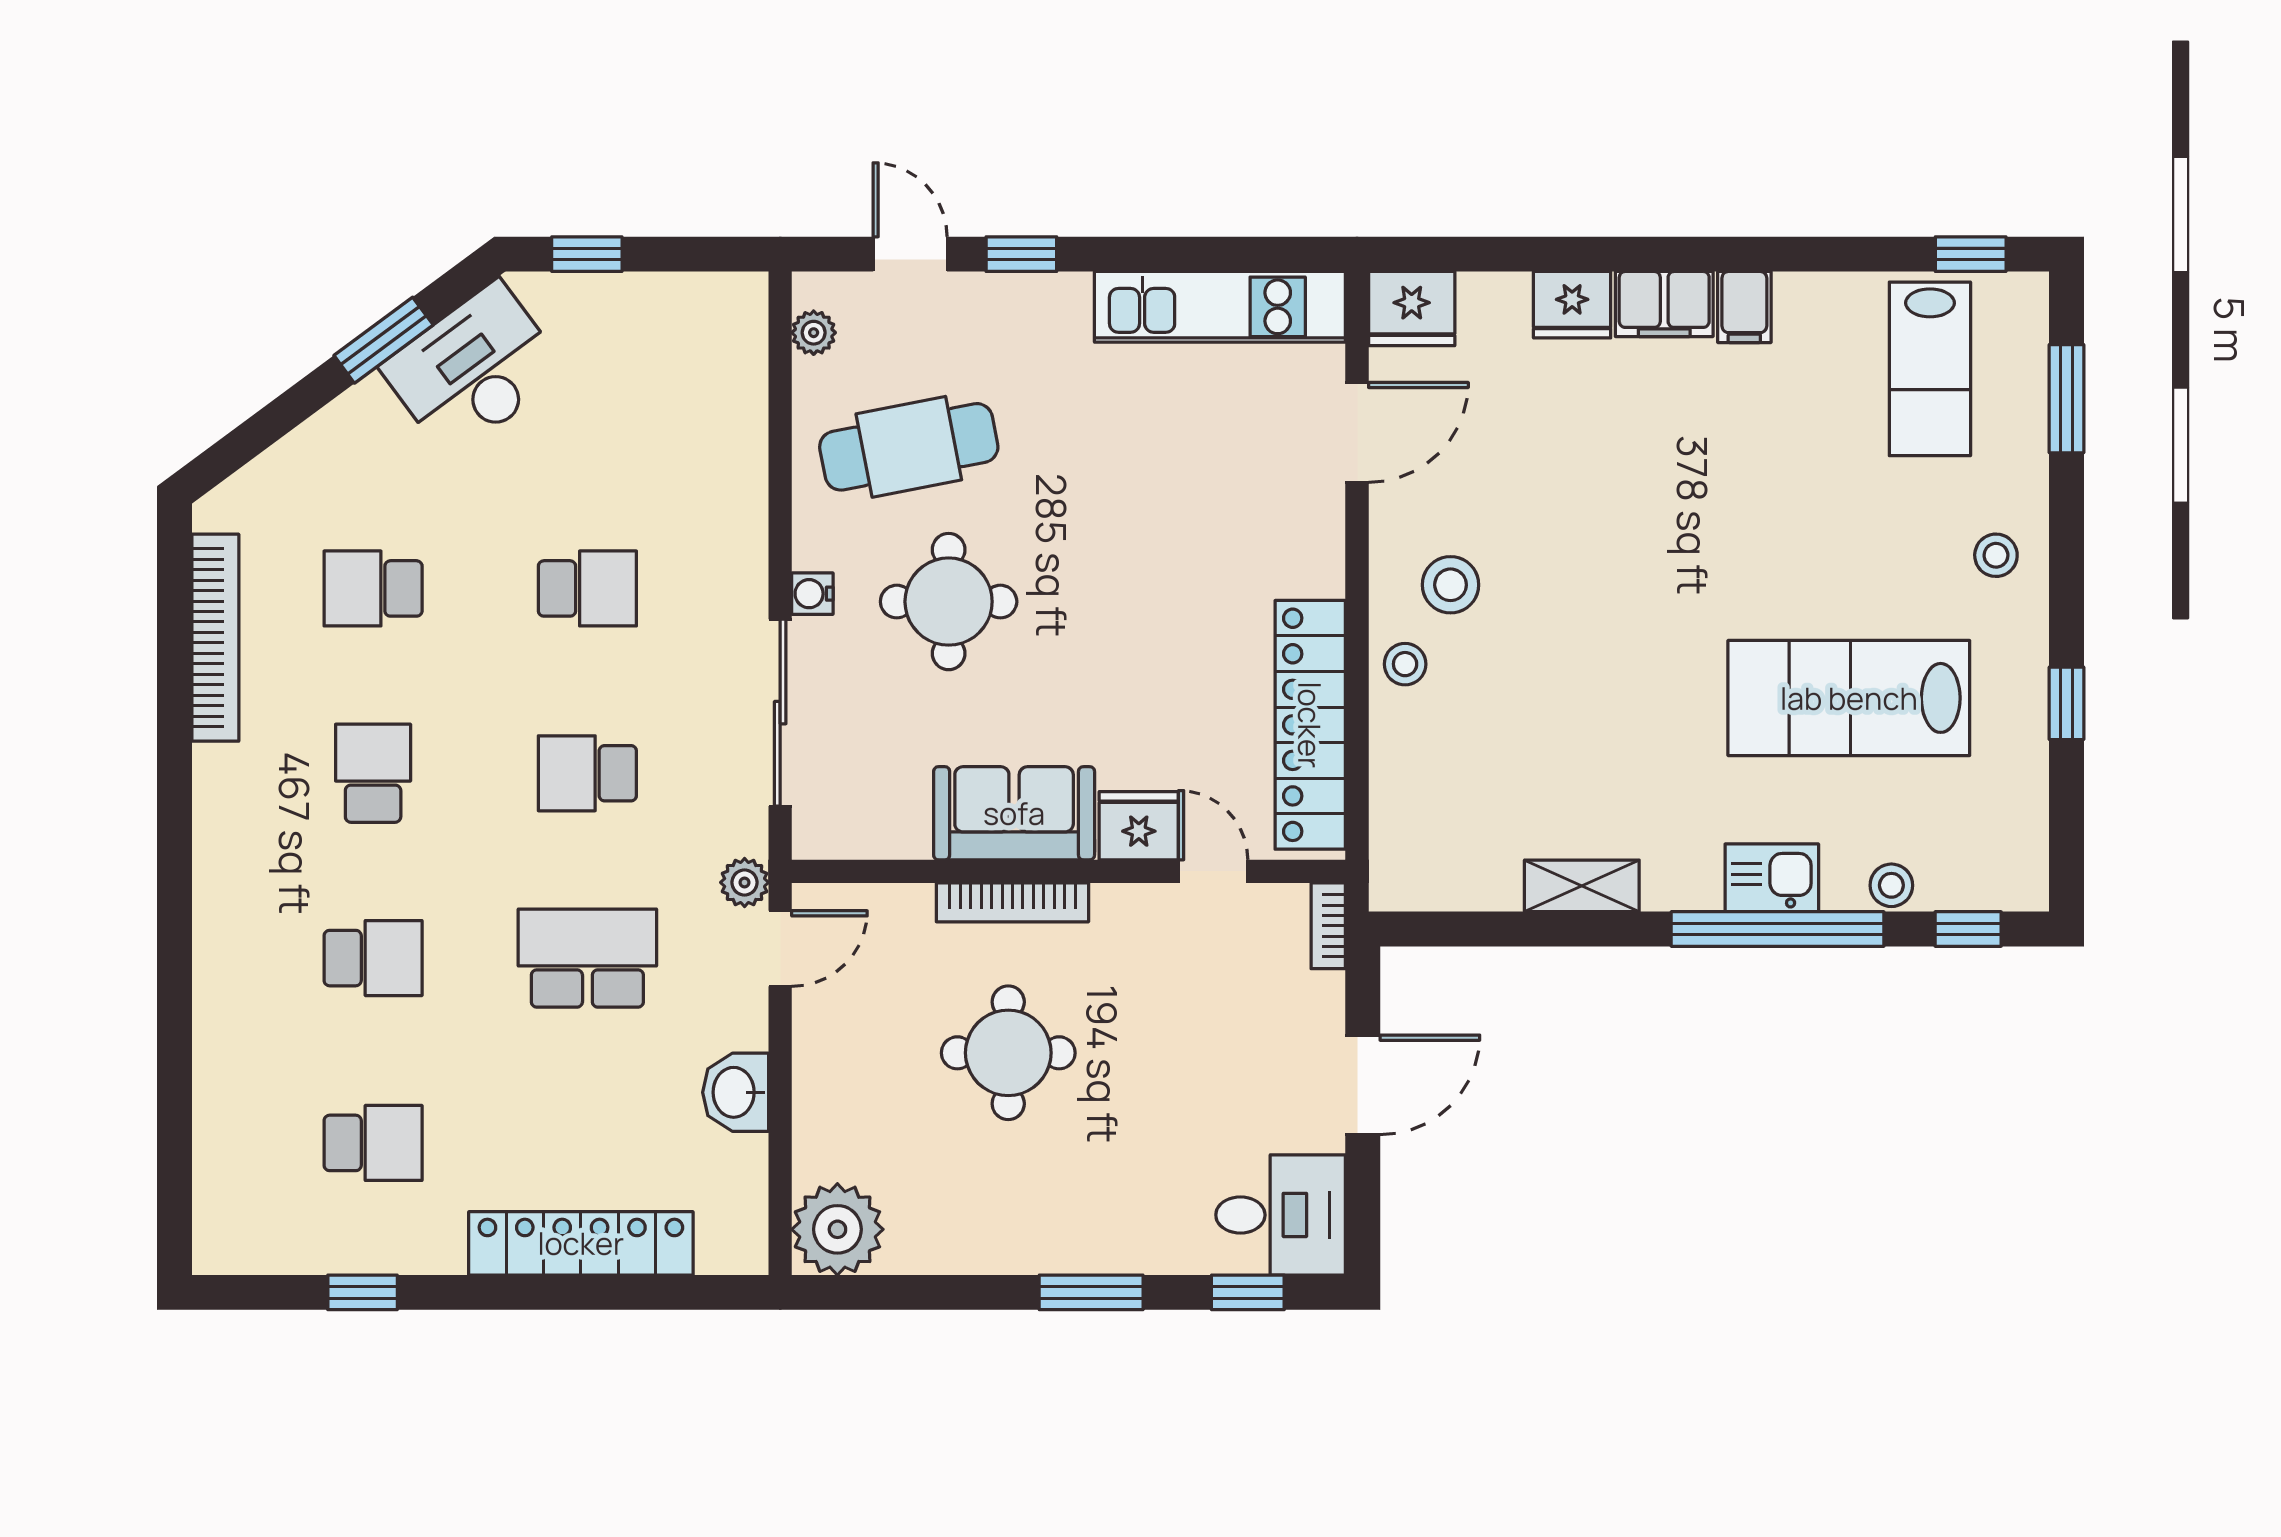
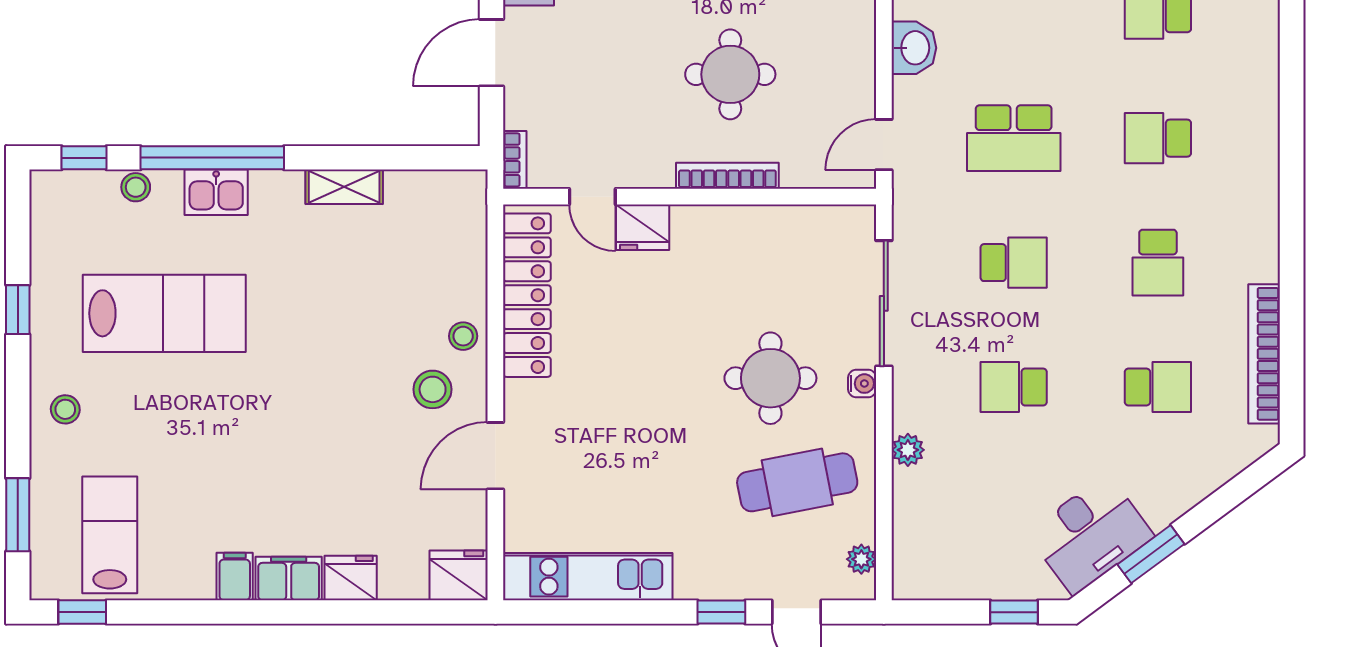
door: (1357, 432) -> (495, 456), moved
sofa: (1014, 813) -> (726, 236), removed
plant: (745, 882) -> (908, 450), moved

